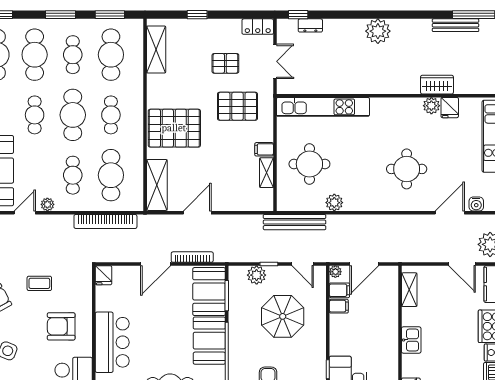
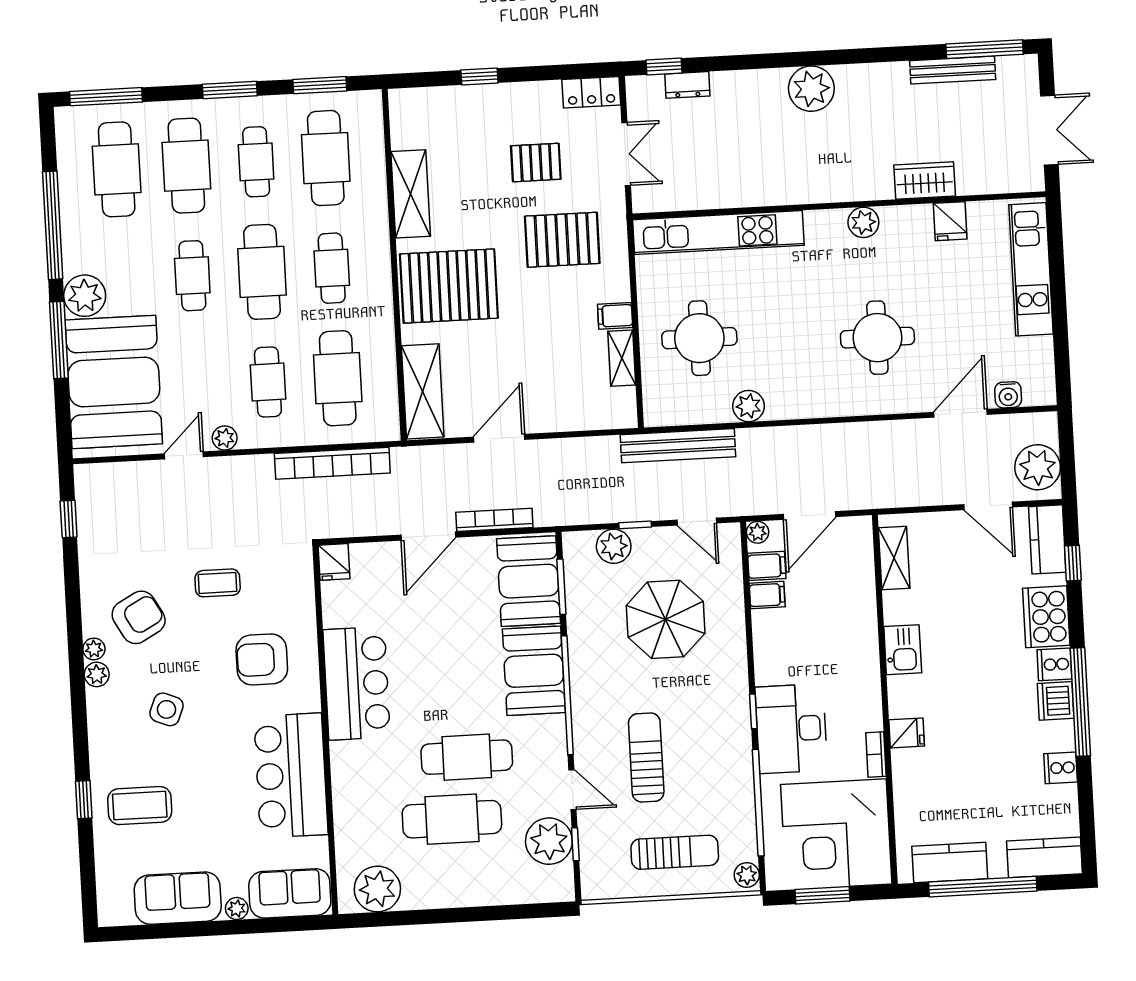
shelving: (156, 49) -> (411, 194), moved
plant: (431, 106) -> (863, 222), moved

